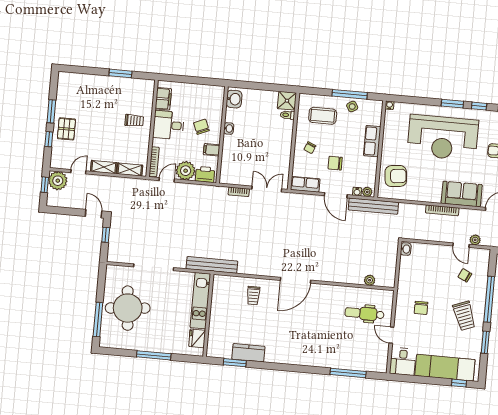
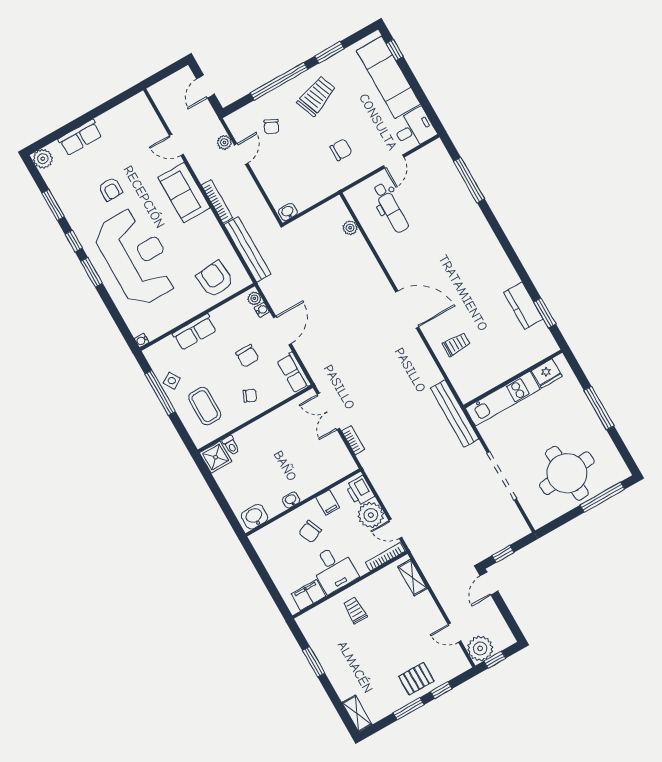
shelving: (104, 167) -> (357, 714), moved
bench: (373, 206) -> (247, 249), moved

